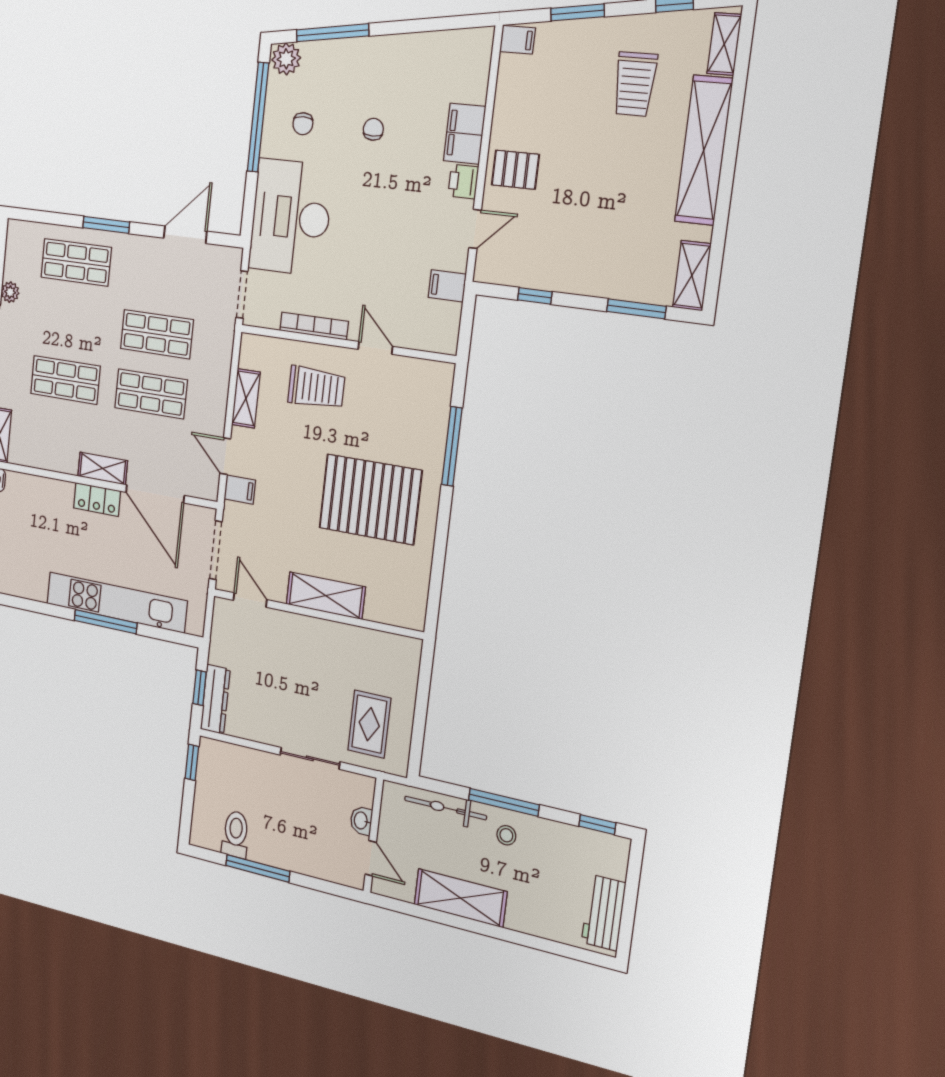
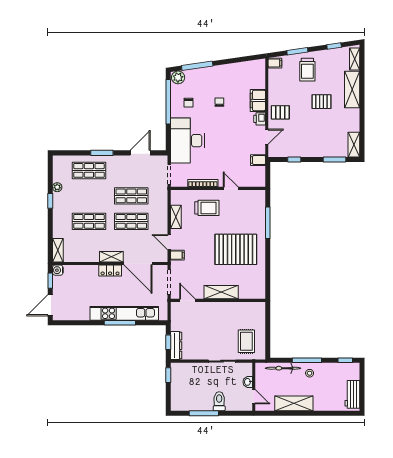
trolley: (635, 84) -> (307, 70), moved
shelving: (704, 150) -> (352, 90), width x0.68
pallet: (622, 152) -> (322, 102), added
toilet: (235, 834) -> (219, 401), moved

